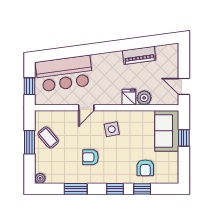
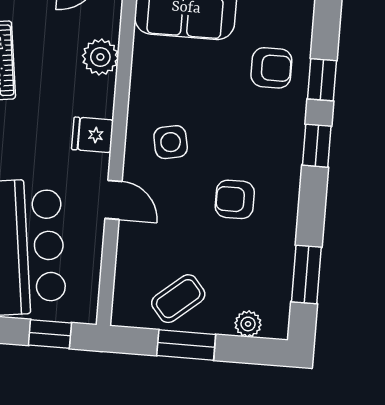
fridge: (129, 97) -> (93, 135), moved
armchair: (90, 157) -> (235, 199), turned 90
plant: (40, 178) -> (248, 324), moved
window: (76, 189) -> (306, 275), moved

